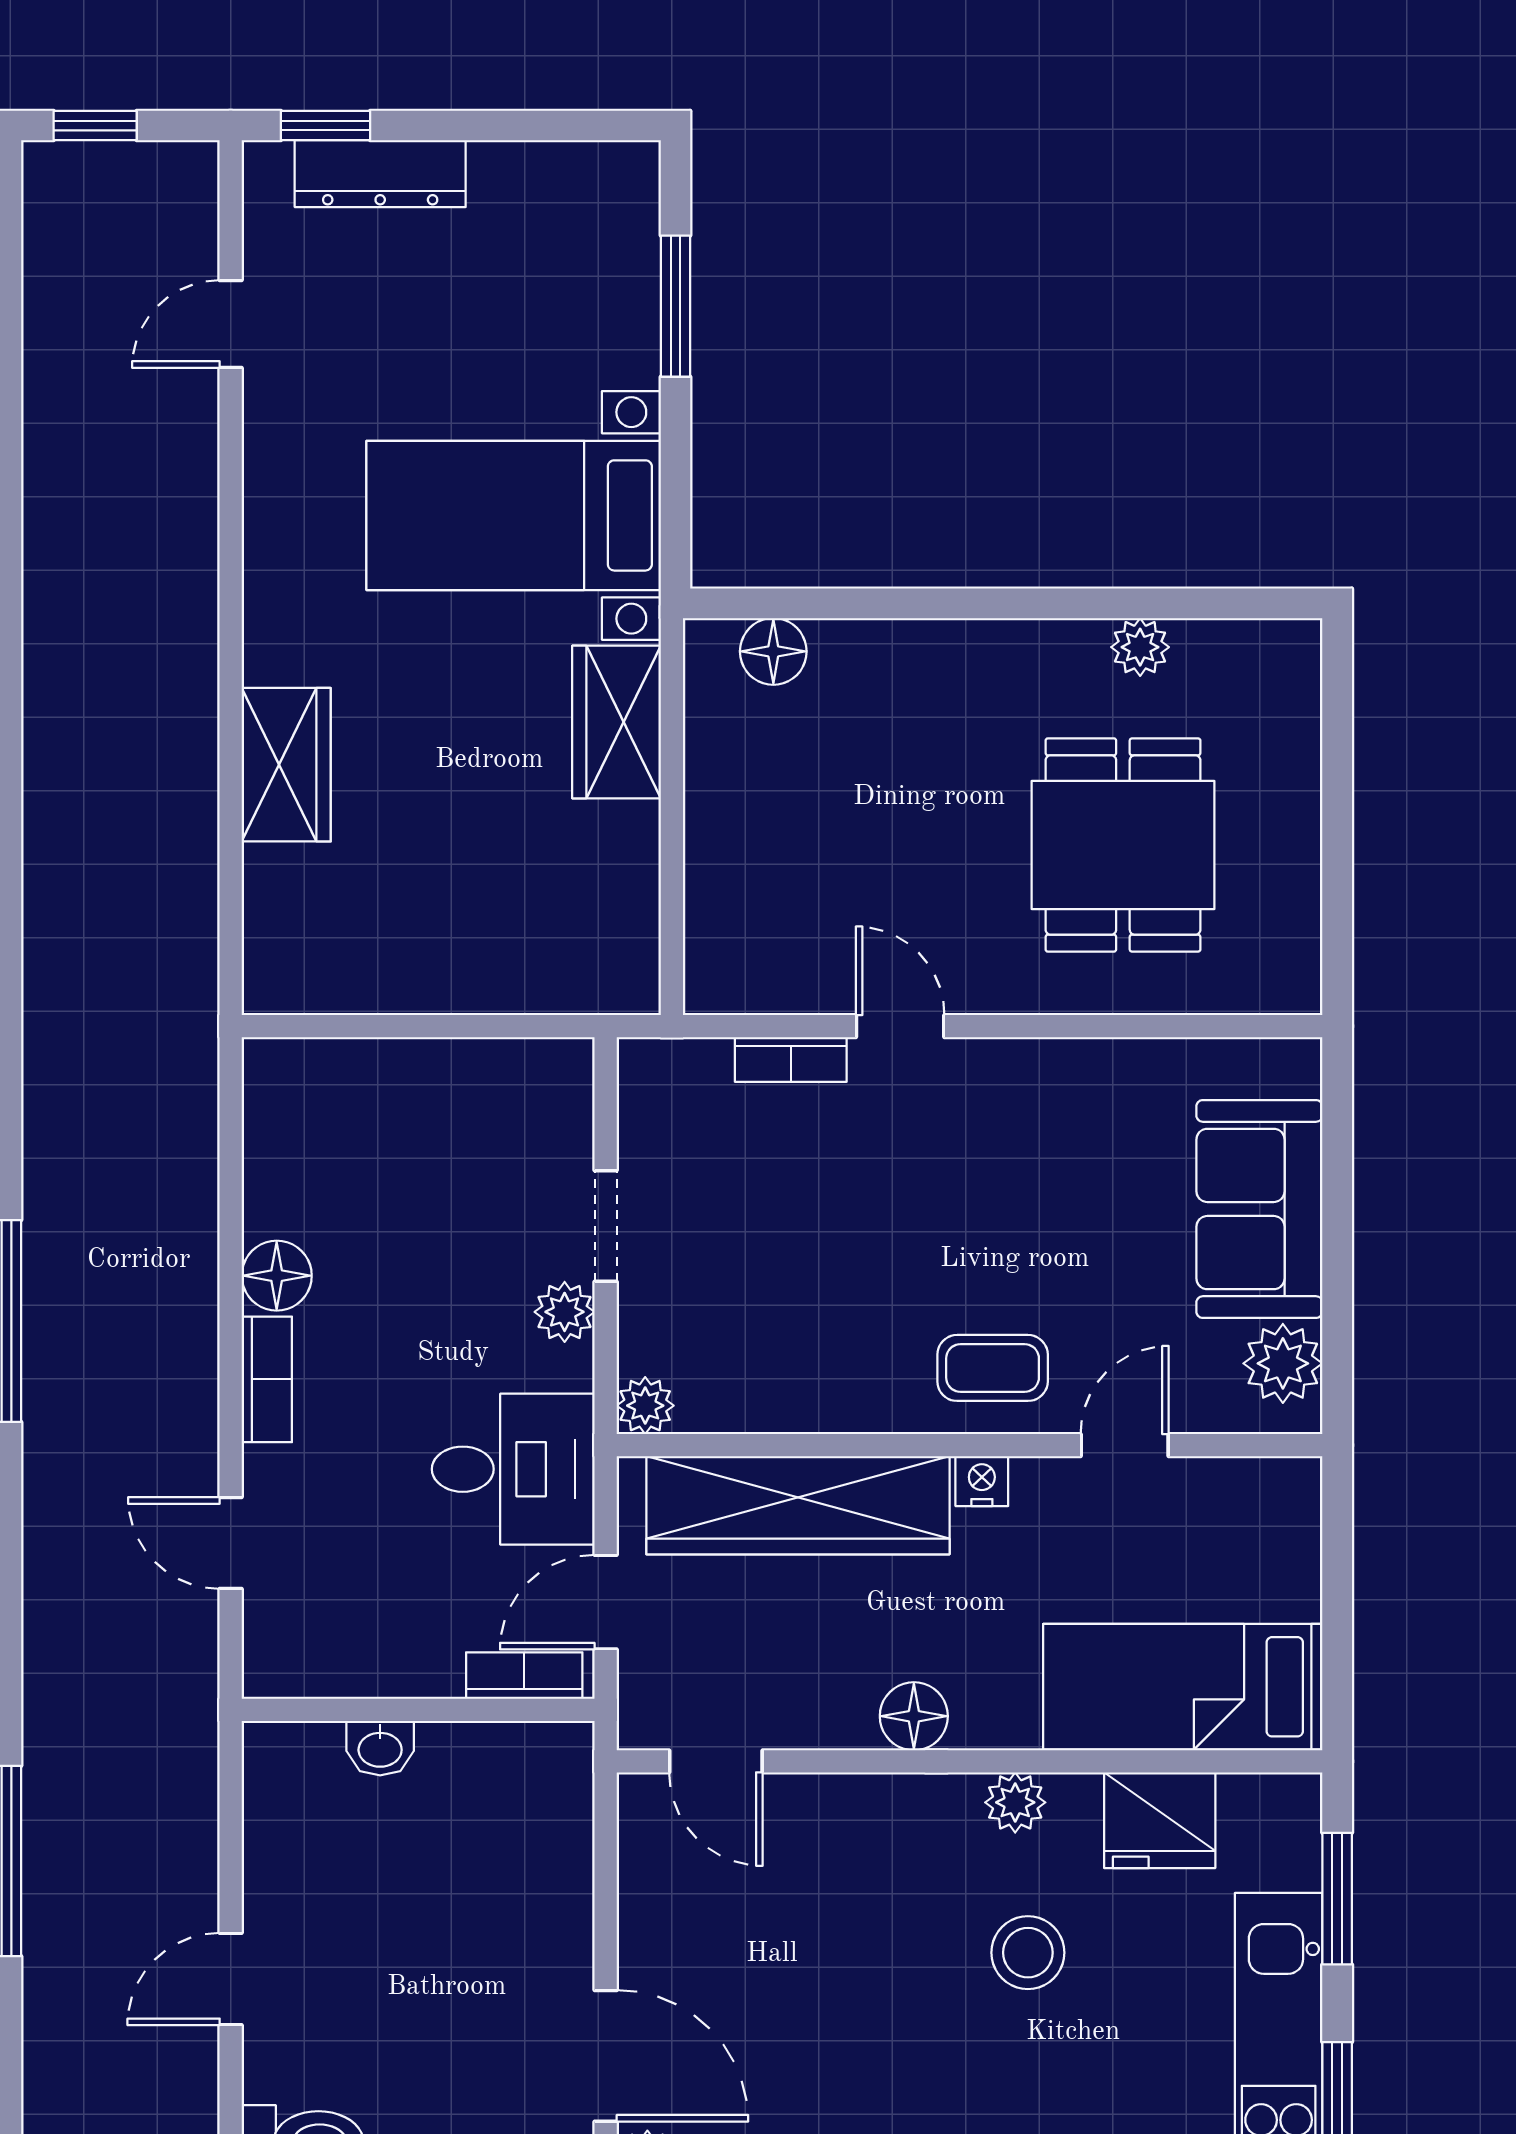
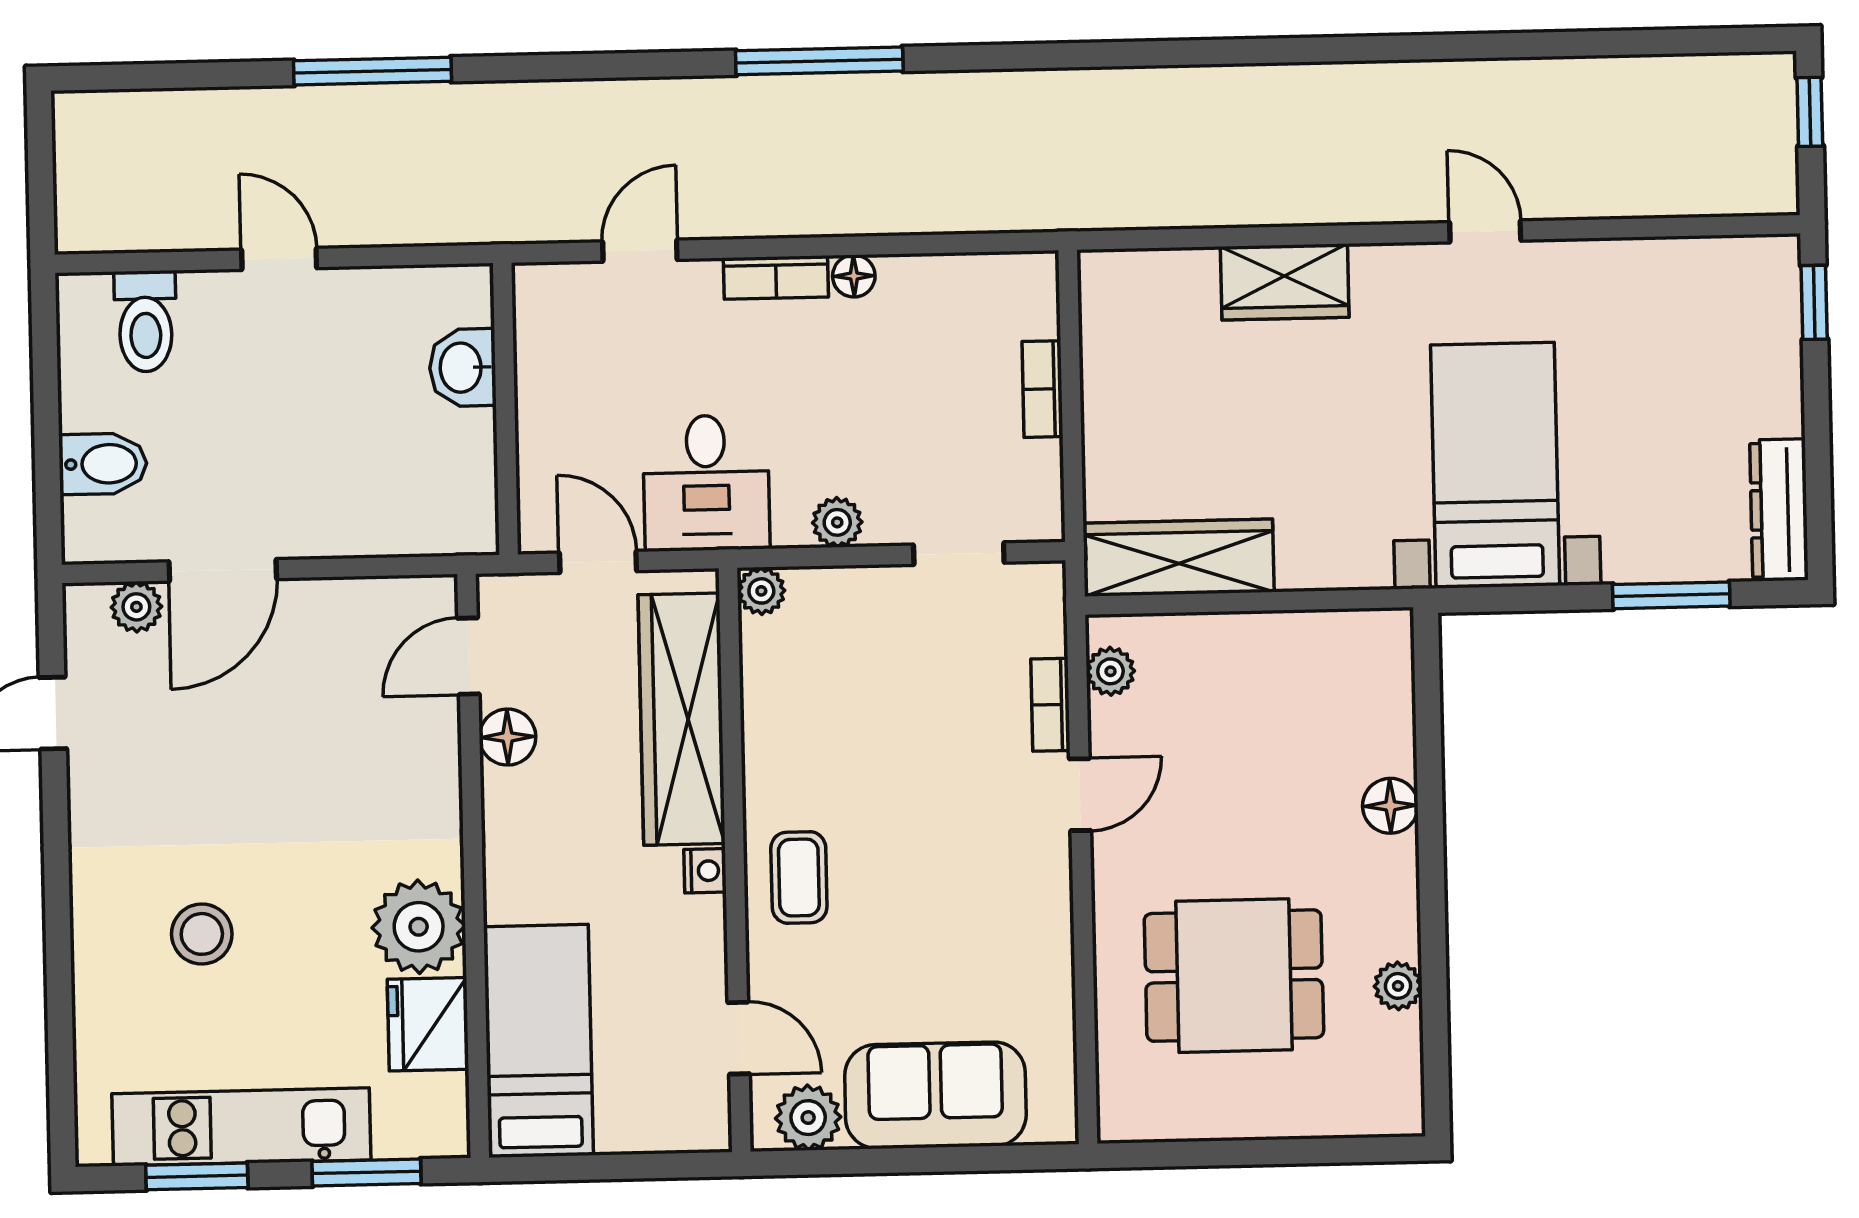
dresser: (380, 174) -> (1779, 510), moved
door: (231, 324) -> (1485, 231), moved
floor lamp: (773, 651) -> (1390, 806), moved
wardrobe: (616, 722) -> (1178, 558), moved, width x1.50
plant: (752, 986) -> (1110, 671), added
doorway: (606, 1226) -> (959, 554), moved
floor lamp: (277, 1276) -> (854, 276), width x0.73, depth x0.73
door: (1125, 1445) -> (739, 1038), moved
bookcase: (524, 1676) -> (1042, 389), moved, turned 180
floor lamp: (914, 1716) -> (508, 737), moved
washbasin: (380, 1748) -> (463, 368), width x1.38, depth x1.45
plant: (1015, 1802) -> (419, 927), width x1.87, depth x1.87
stool: (1028, 1953) -> (202, 934), moved

